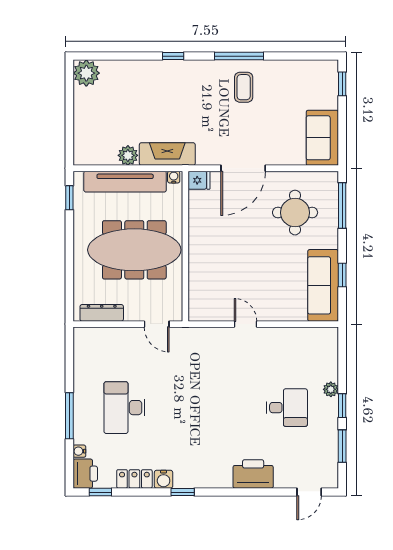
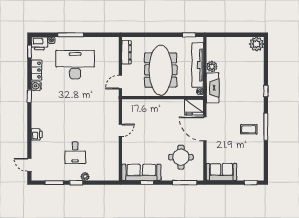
fridge: (199, 180) -> (194, 107), width x1.88, depth x1.34
desk: (125, 408) -> (75, 65), width x1.36, depth x1.30
printer: (253, 474) -> (37, 134), width x0.53, depth x0.68

